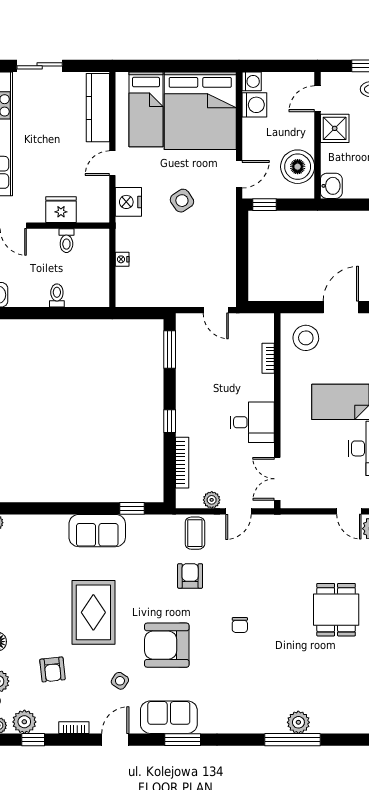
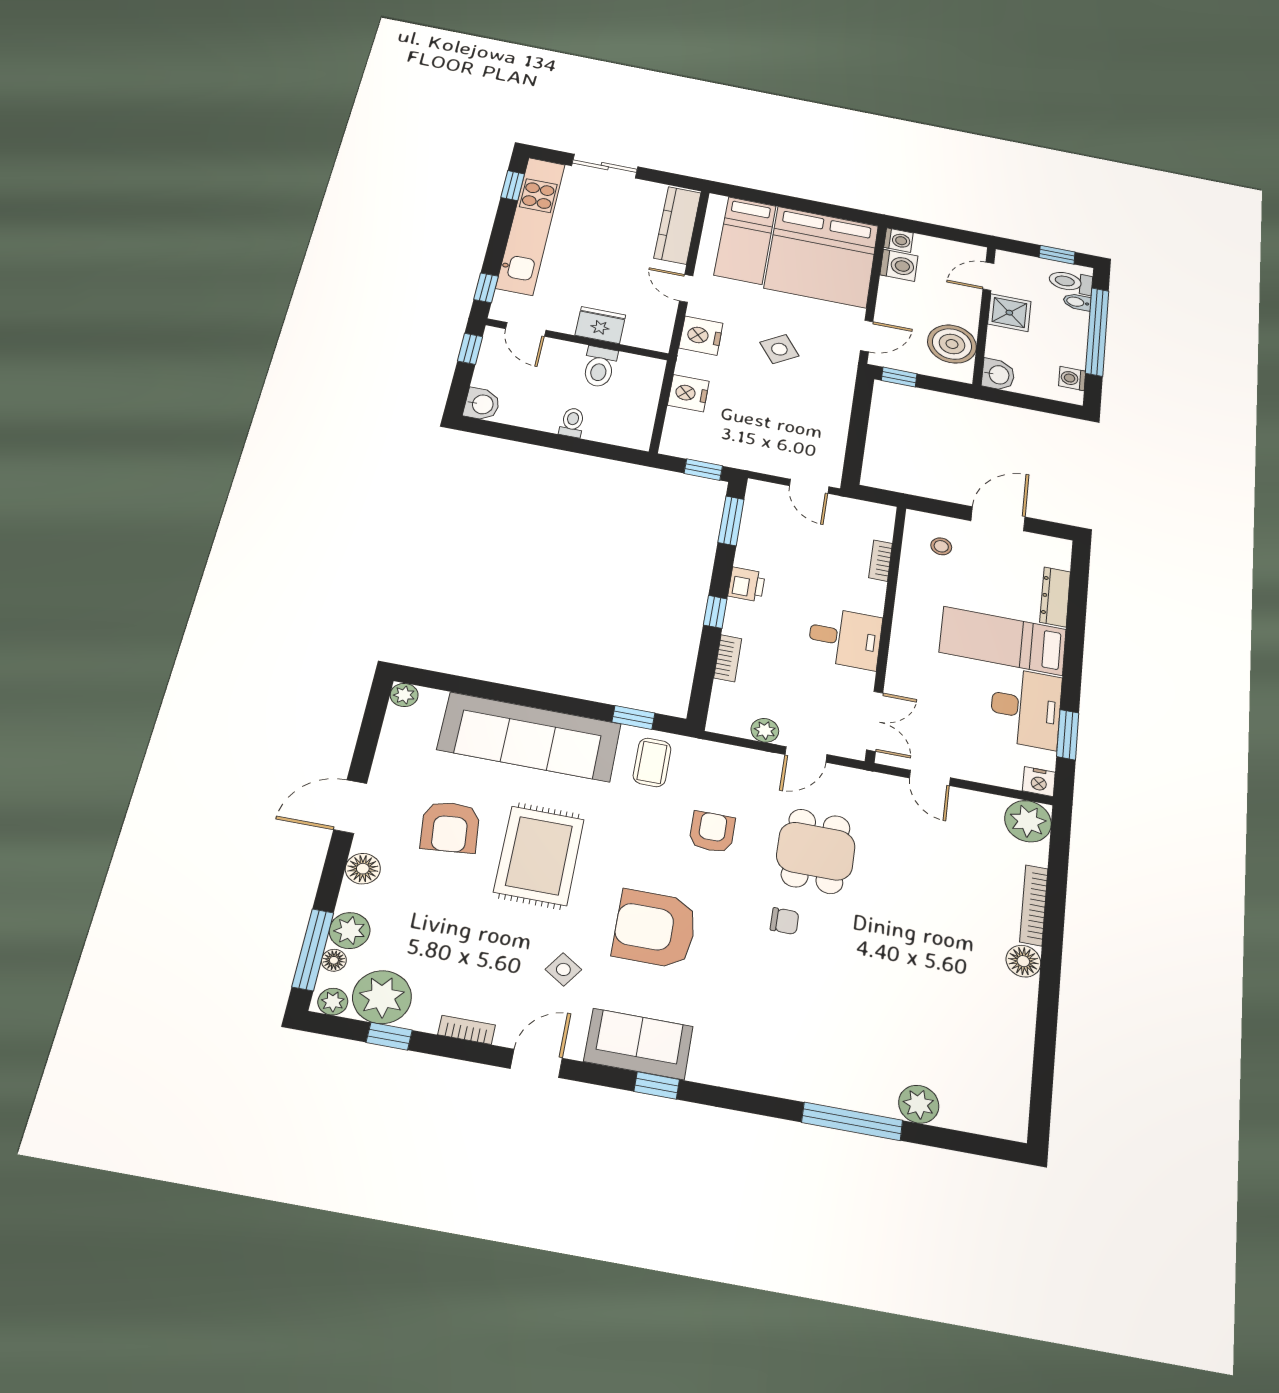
door: (112, 163) -> (686, 288), hinge flipped
toilet: (66, 241) -> (600, 367), width x1.37, depth x1.39
nightstand: (122, 259) -> (688, 393), width x1.89, depth x1.79
window: (146, 313) -> (703, 470), added
stool: (306, 338) -> (941, 546), width x0.53, depth x0.53
printer: (186, 396) -> (747, 584), added
bookcase: (182, 463) -> (728, 658), width x0.64
double door: (277, 479) -> (875, 721), swing flipped
door: (349, 511) -> (930, 778), moved
sofa: (97, 531) -> (529, 737), width x1.85, depth x1.27
coffee table: (195, 533) -> (652, 762), moved
dining table: (336, 610) -> (816, 851), moved
chair: (240, 625) -> (785, 921), turned -90
armchair: (52, 669) -> (450, 827), moved, width x1.38, depth x1.38
plant: (24, 722) -> (382, 997), width x1.36, depth x1.36
plant: (298, 722) -> (919, 1104), moved
window: (183, 740) -> (657, 1085), width x0.67

